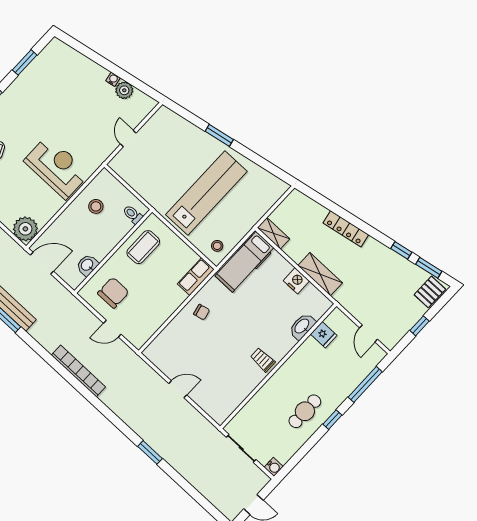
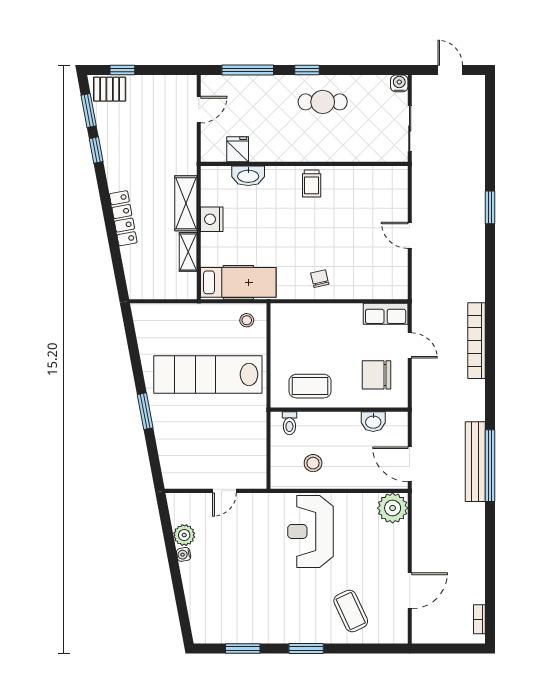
shelving: (273, 233) -> (188, 252), moved
row of seats: (196, 277) -> (386, 314), moved
window: (420, 326) -> (122, 70), moved

